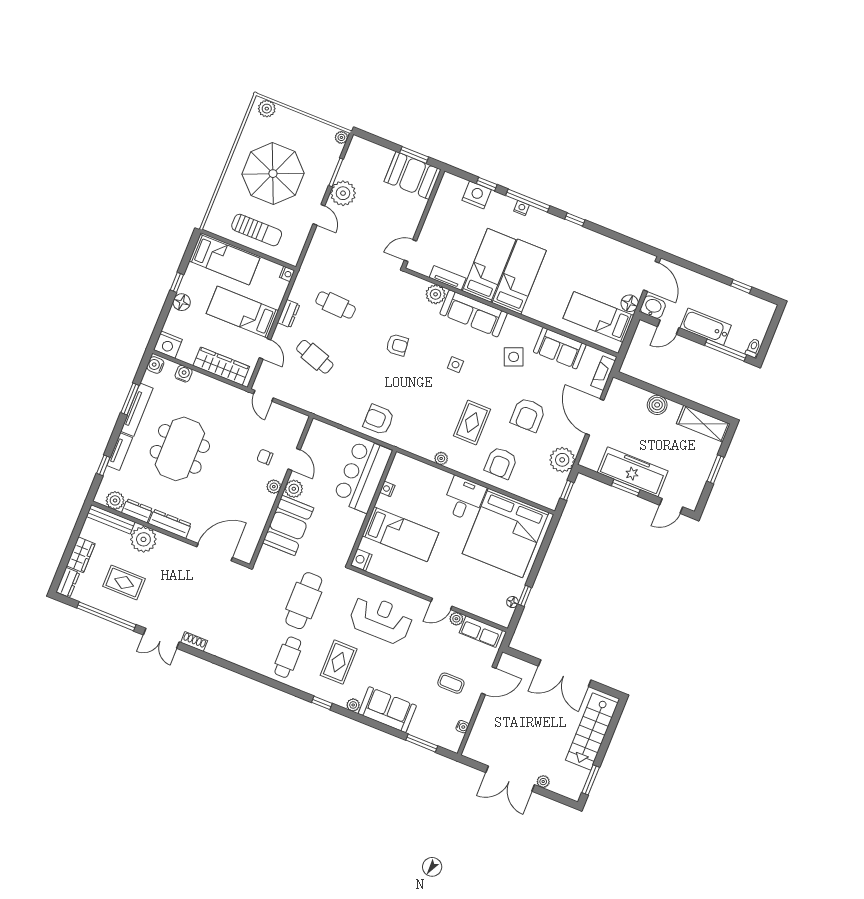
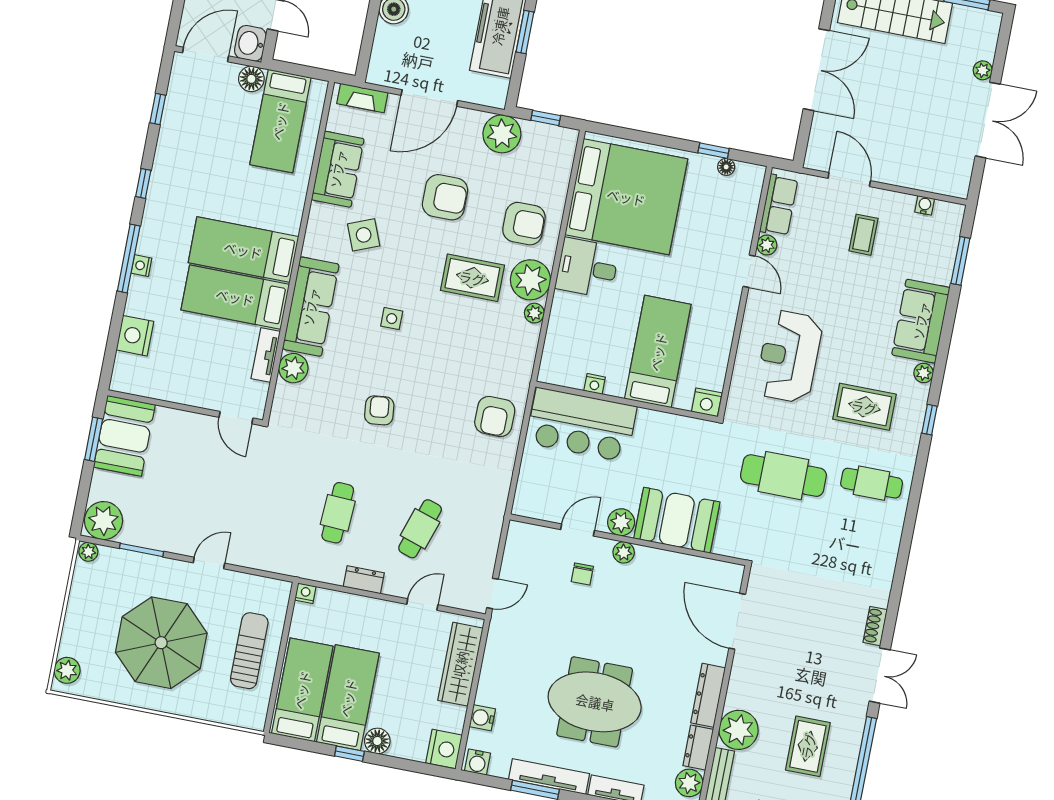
window: (487, 184) -> (158, 109), moved
plant: (343, 193) -> (103, 521), moved
bed: (242, 312) -> (348, 698), moved, turned 180
plant: (463, 460) -> (530, 280), added

